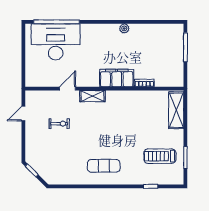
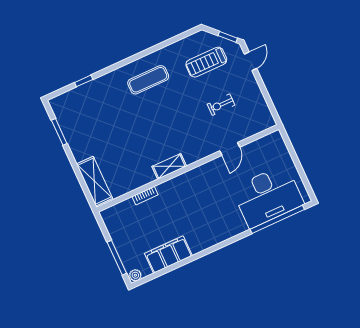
plant: (124, 28) -> (135, 275), moved
filing cabinet: (117, 78) -> (168, 255), moved, turned 180
shelving: (92, 96) -> (169, 166), moved
door: (23, 114) -> (250, 61), moved
treadmill: (160, 156) -> (206, 62), moved, turned 180

